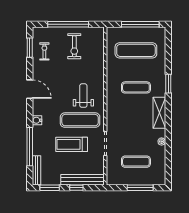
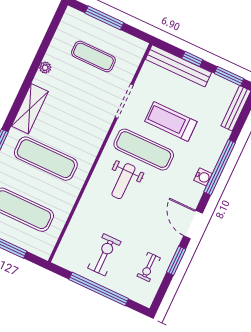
window: (30, 48) -> (176, 261), moved
exercise mat: (136, 87) -> (46, 159), width x1.36, depth x1.45
treadmill: (72, 144) -> (171, 122), turned 180
window: (30, 147) -> (220, 167), moved

